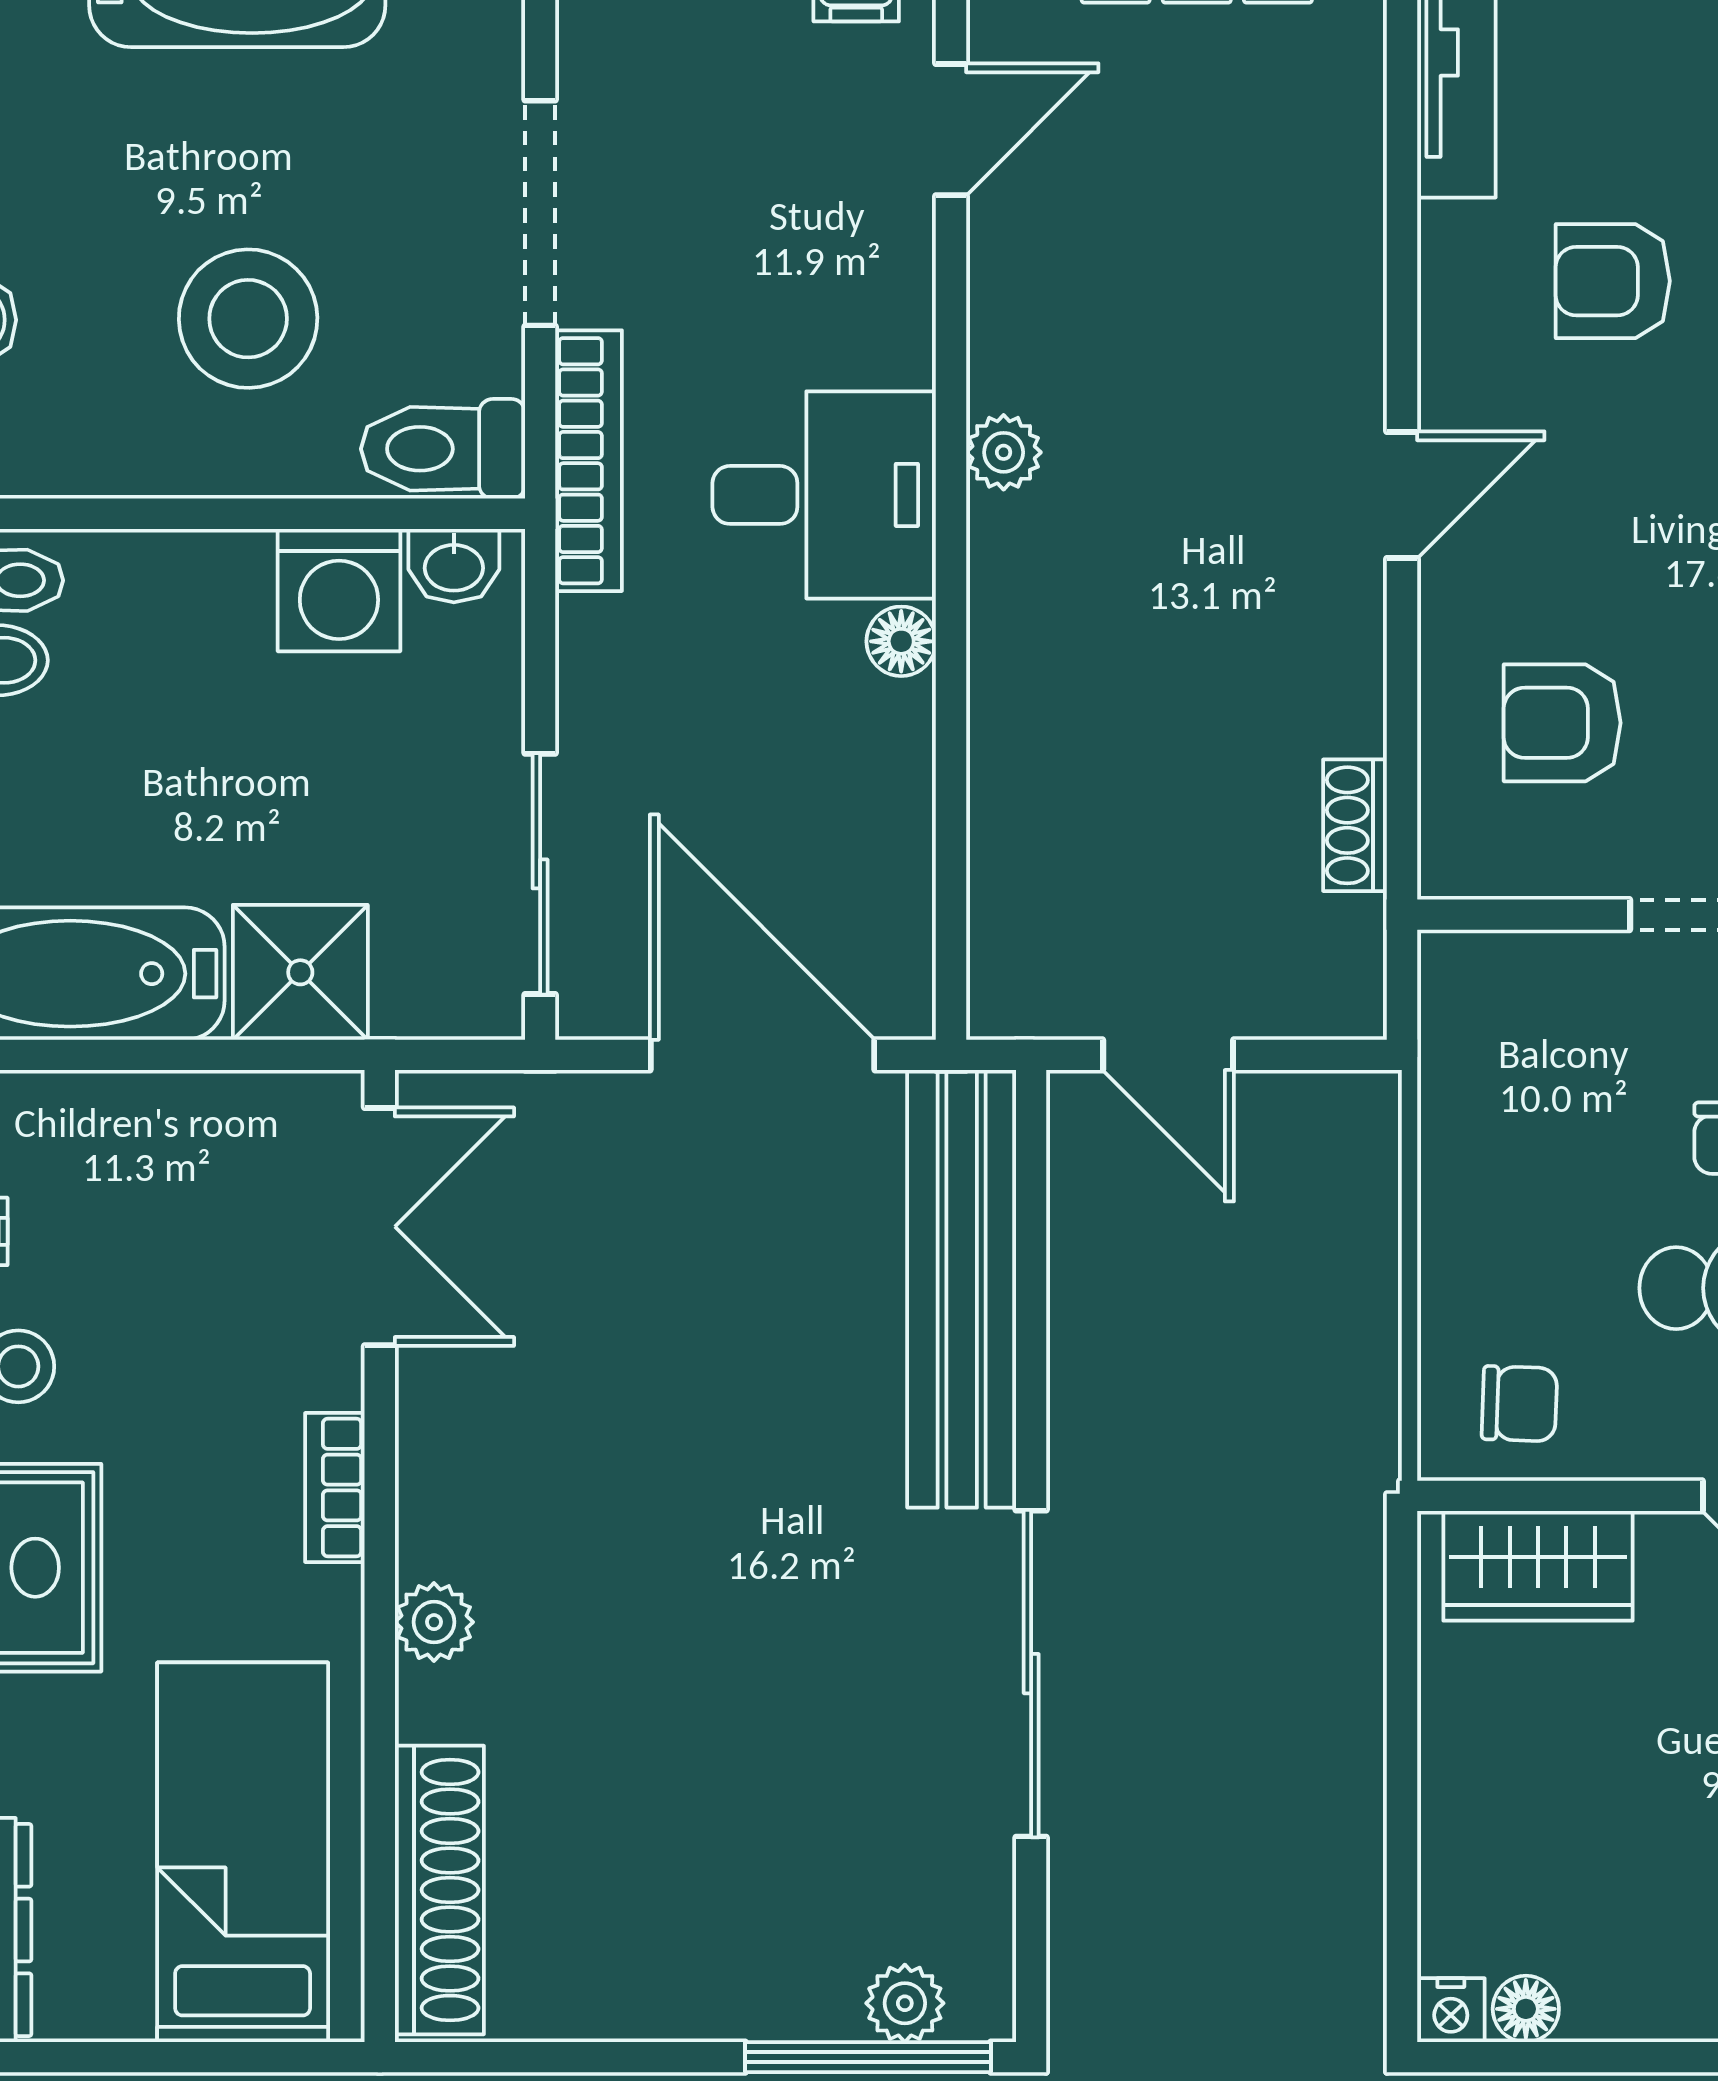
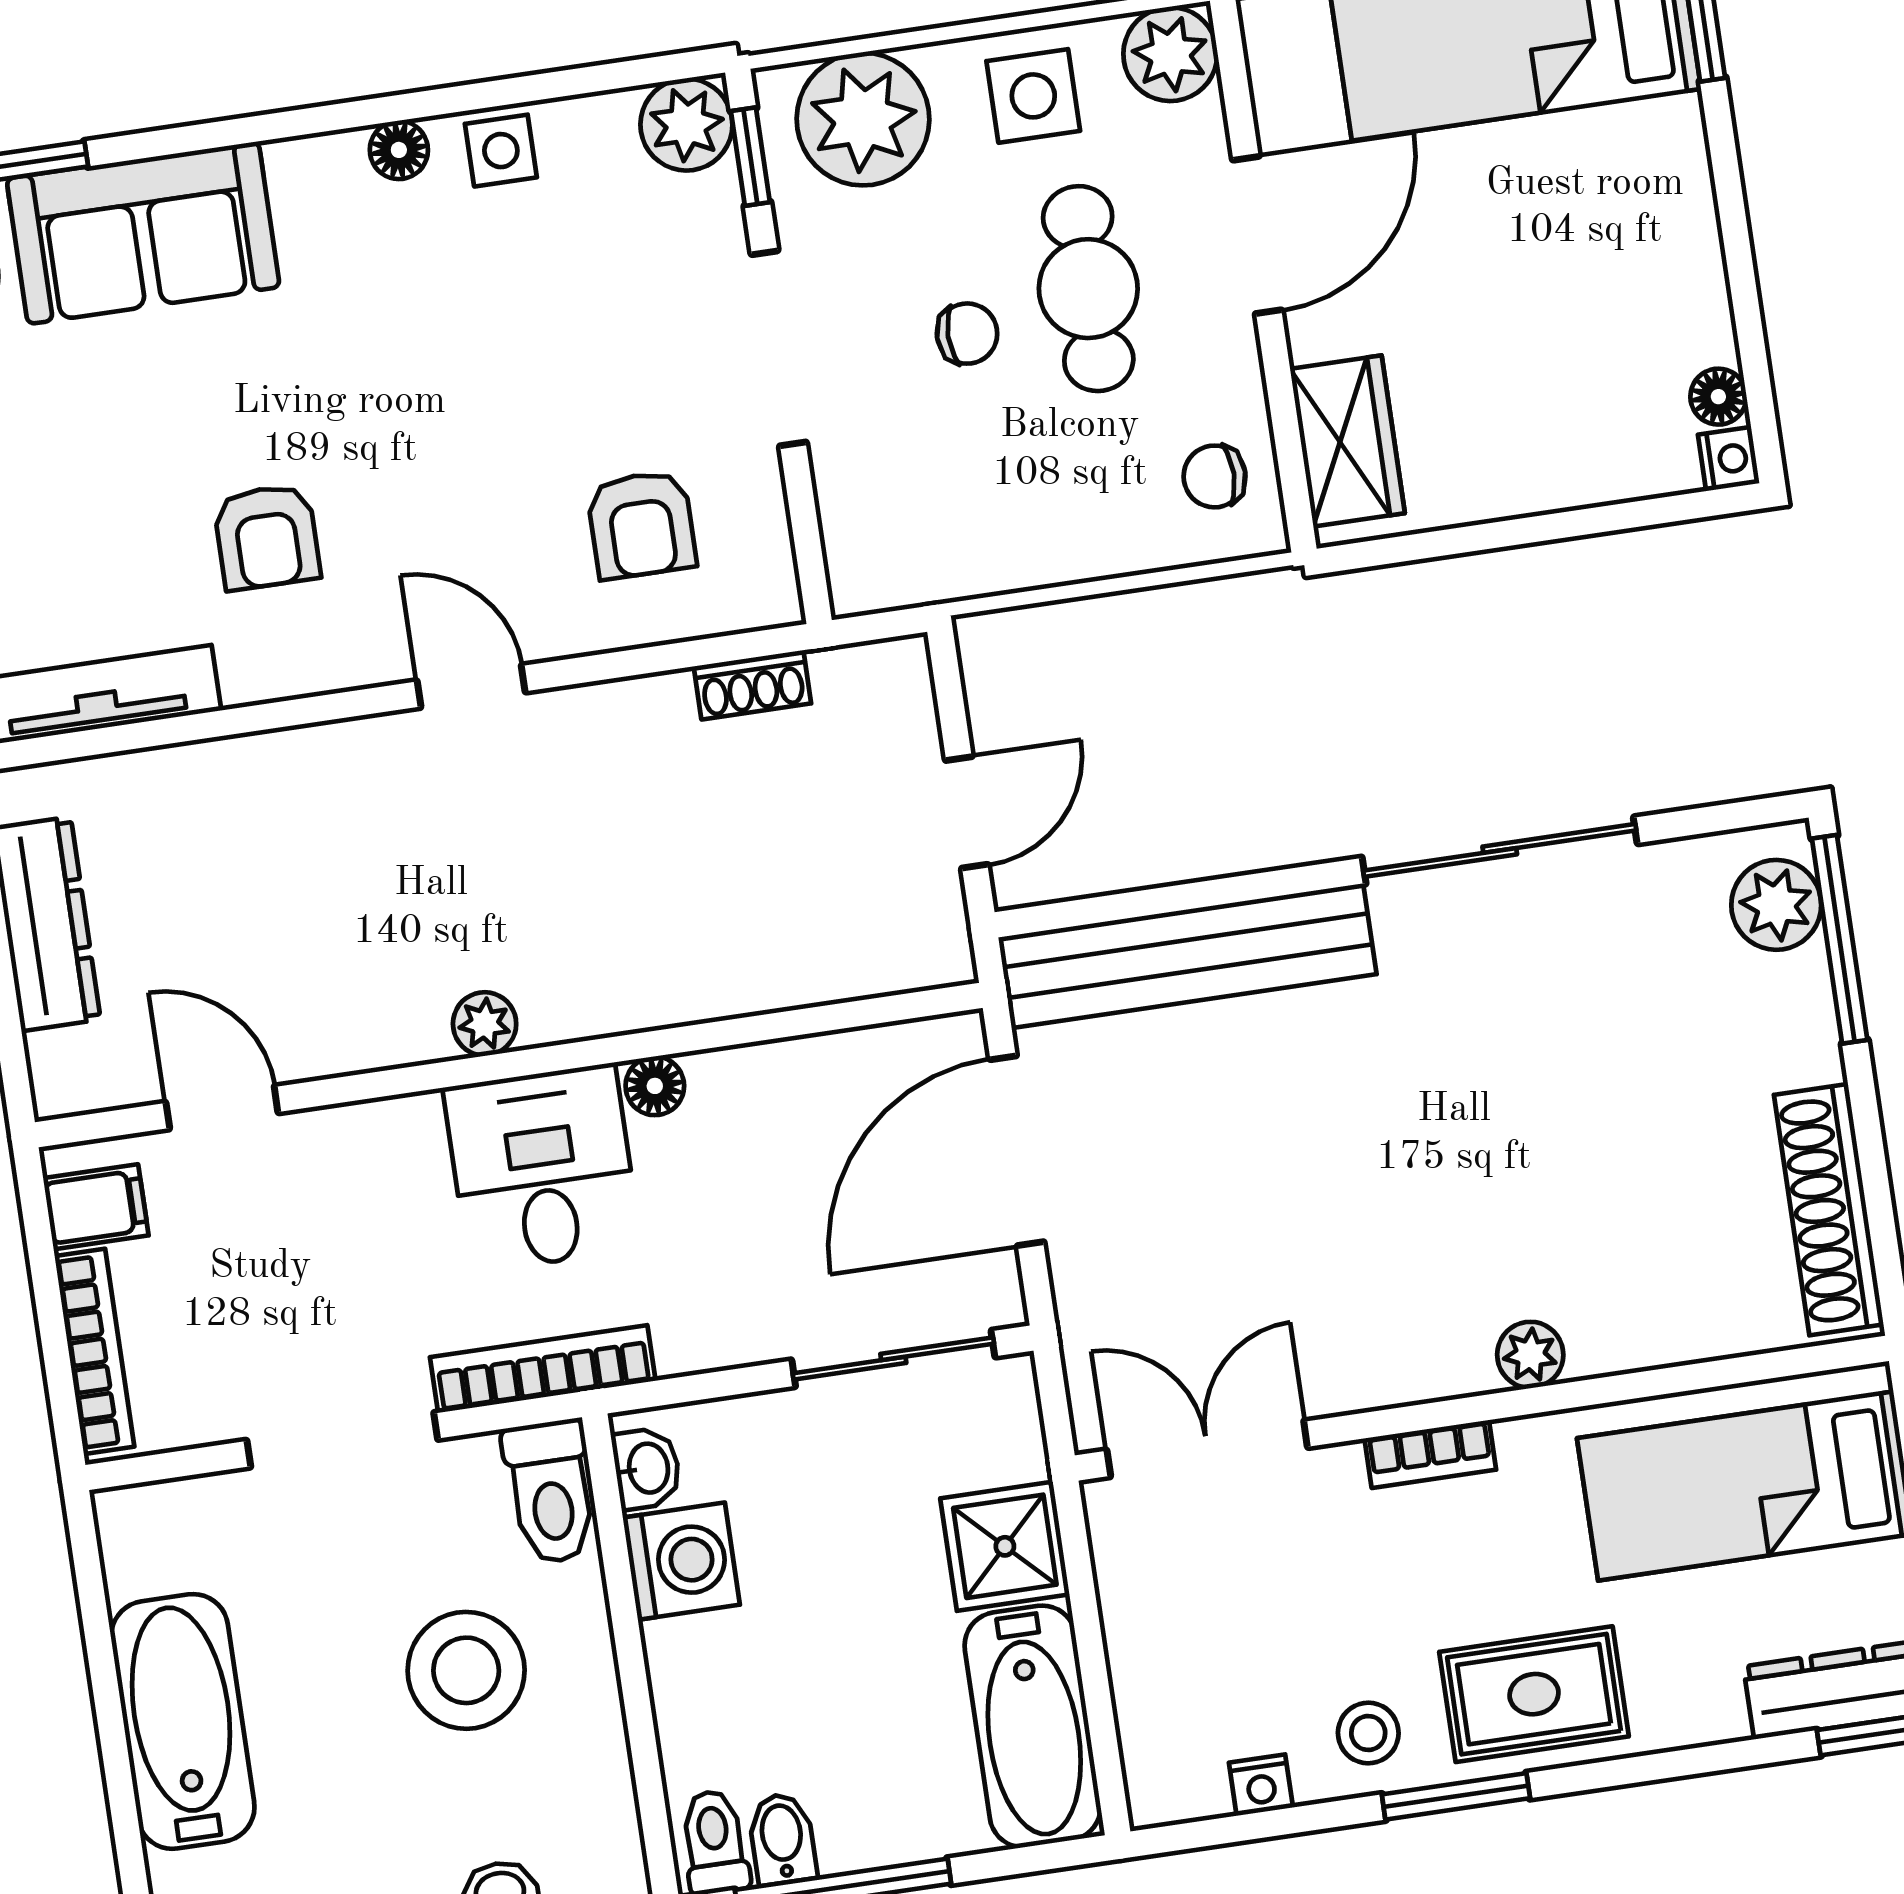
chair: (1519, 1404) -> (1215, 476), turned -92
shoe rack: (439, 1890) -> (1829, 1210), moved, turned -90
plant: (905, 2003) -> (1776, 905), width x1.38, depth x1.38

